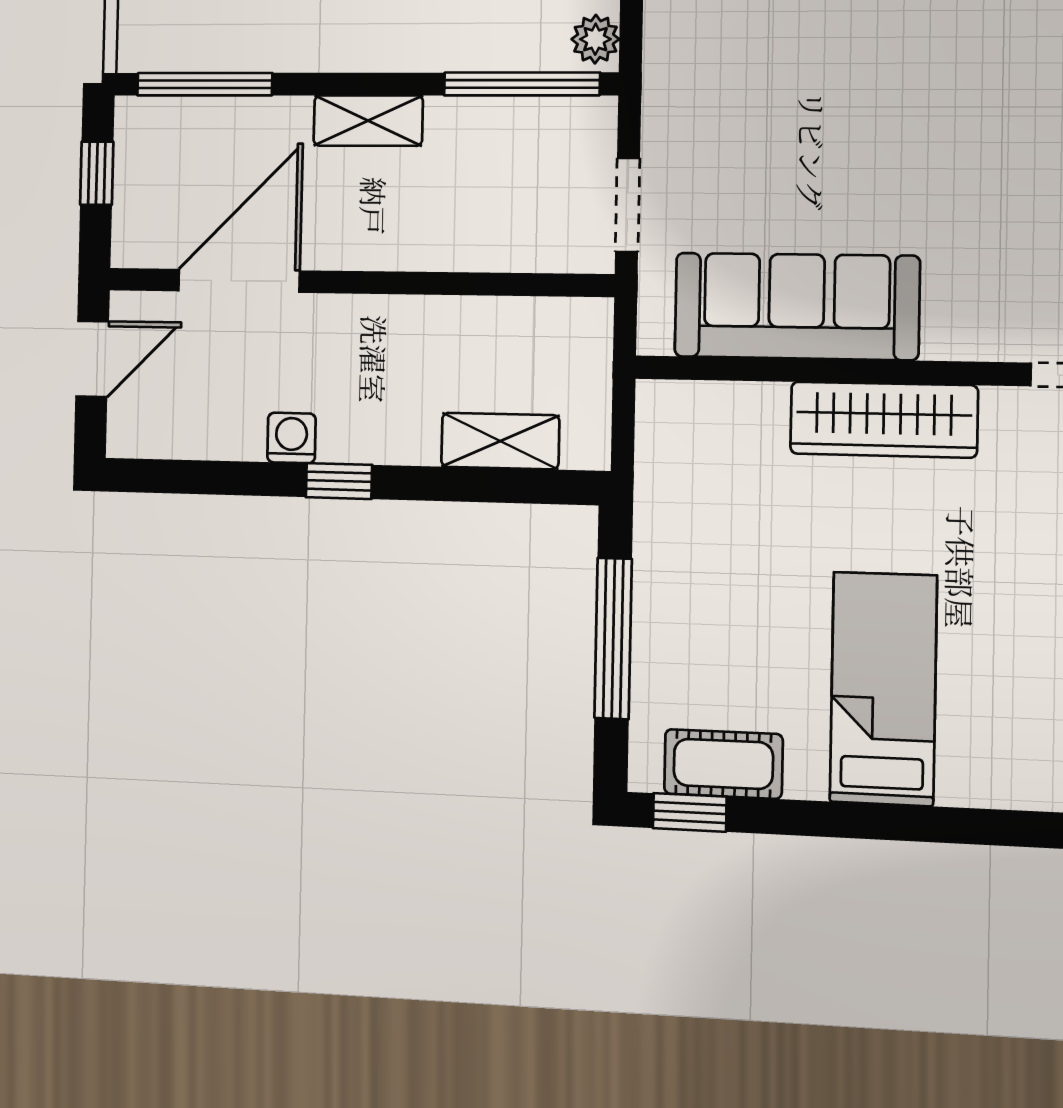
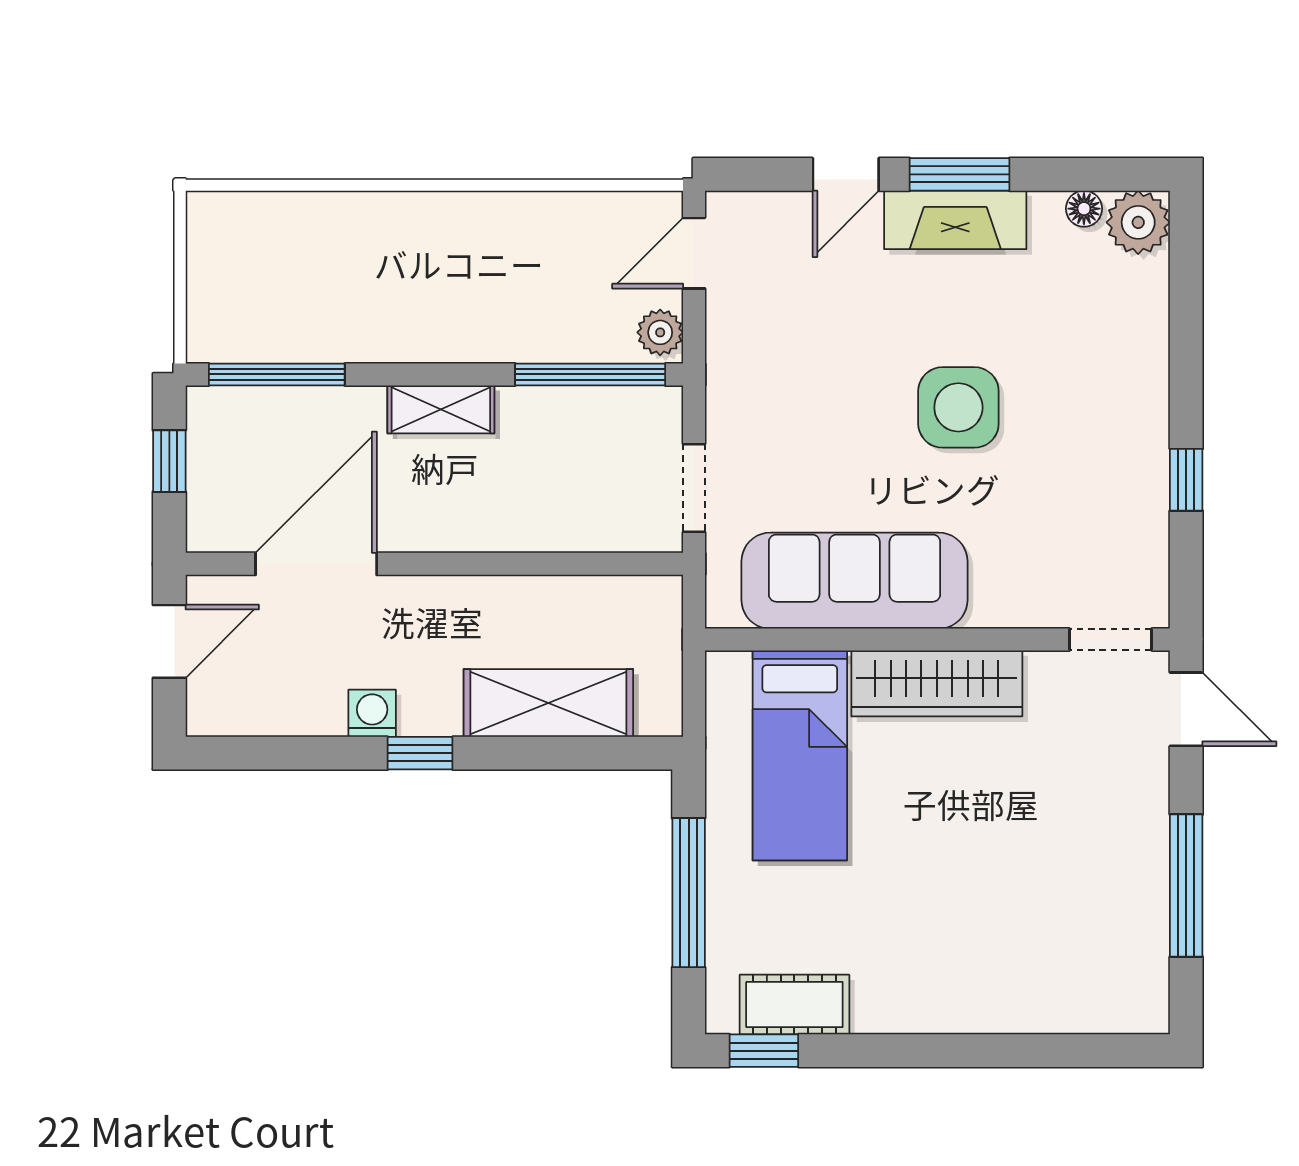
side table: (913, 119) -> (958, 407), added
shelving: (500, 441) -> (548, 703), width x1.50, depth x1.33
bed: (883, 689) -> (800, 755), moved, turned 180

